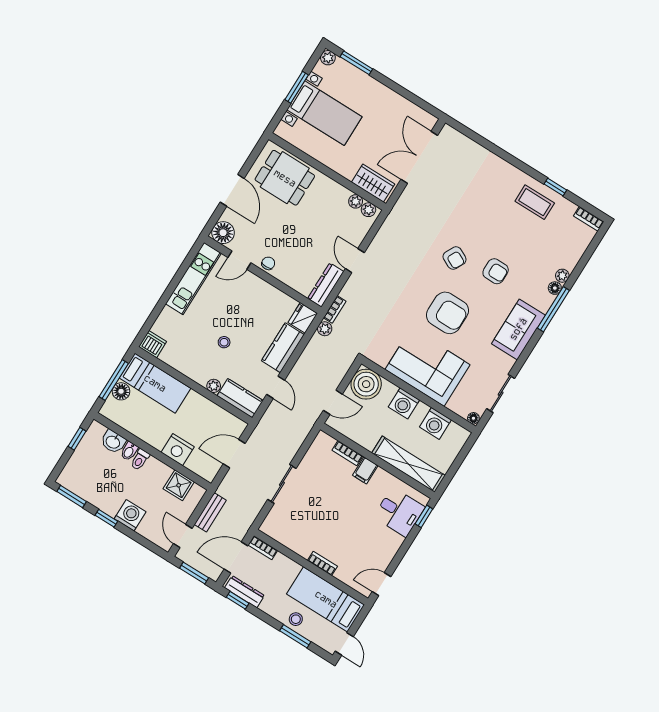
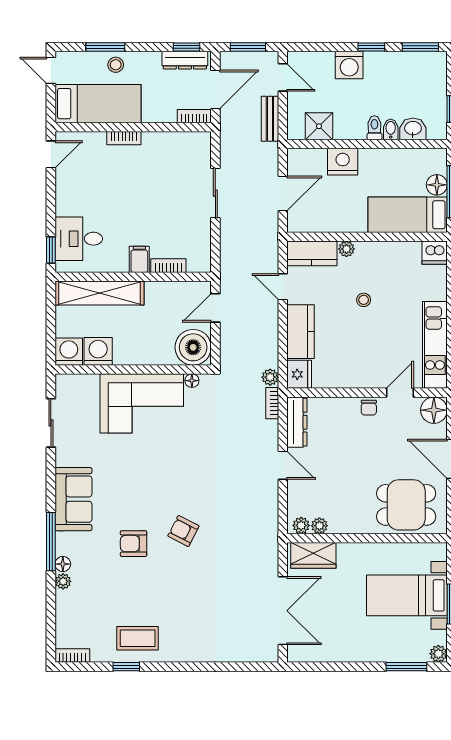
armchair: (447, 313) -> (156, 471), removed
washing machine: (404, 403) -> (69, 352), moved
floor lamp: (473, 418) -> (192, 381), moved

